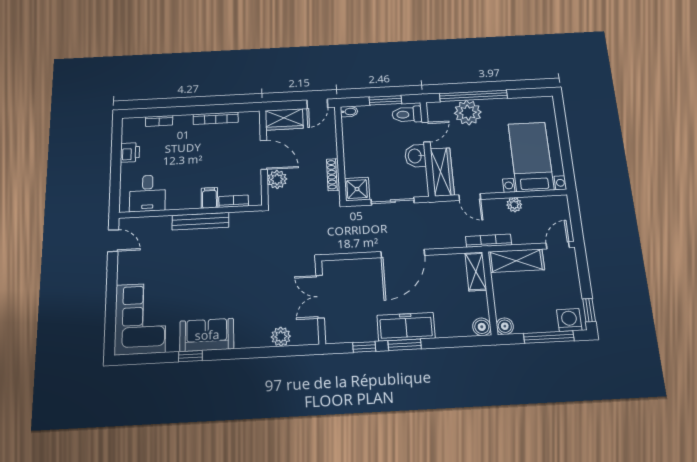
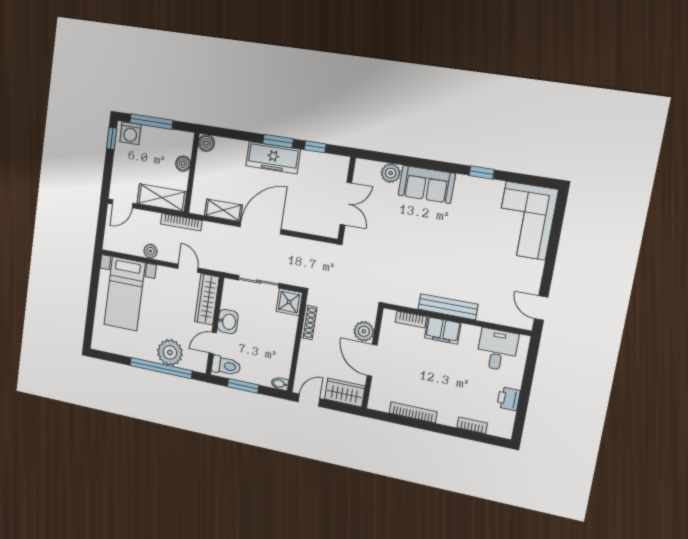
filing cabinet: (209, 198) -> (443, 331), width x2.00
shelving: (476, 271) -> (223, 210), moved, turned 90
boiler: (505, 326) -> (183, 164), moved
sofa: (207, 335) -> (427, 184), moved

